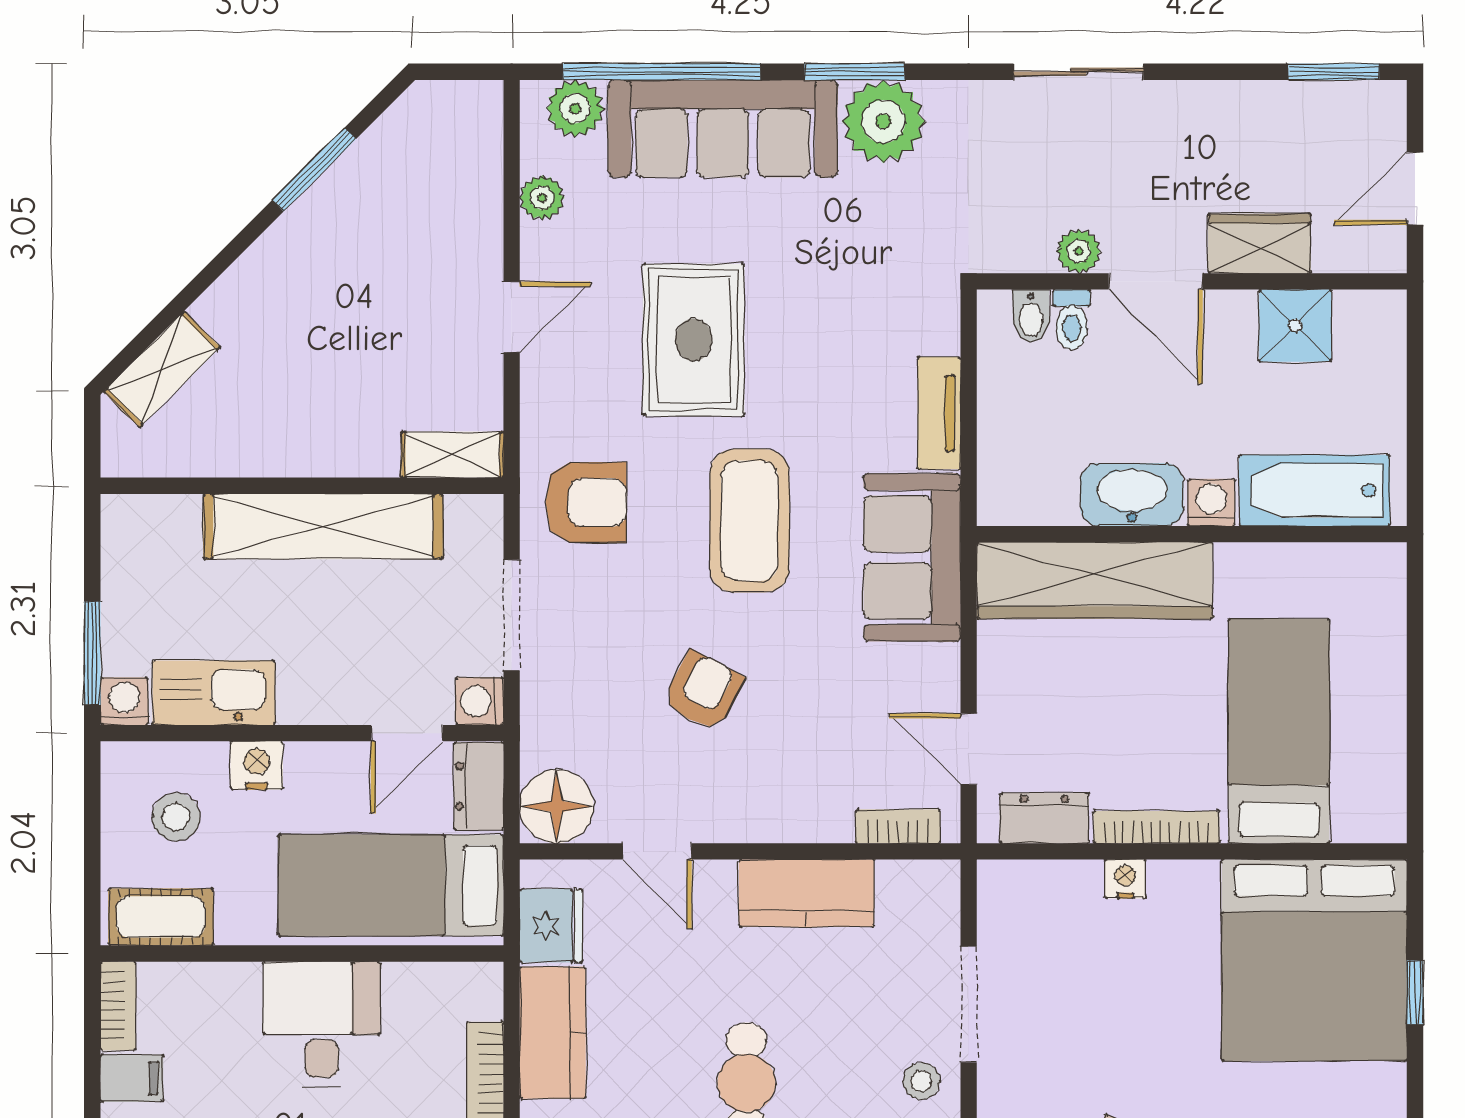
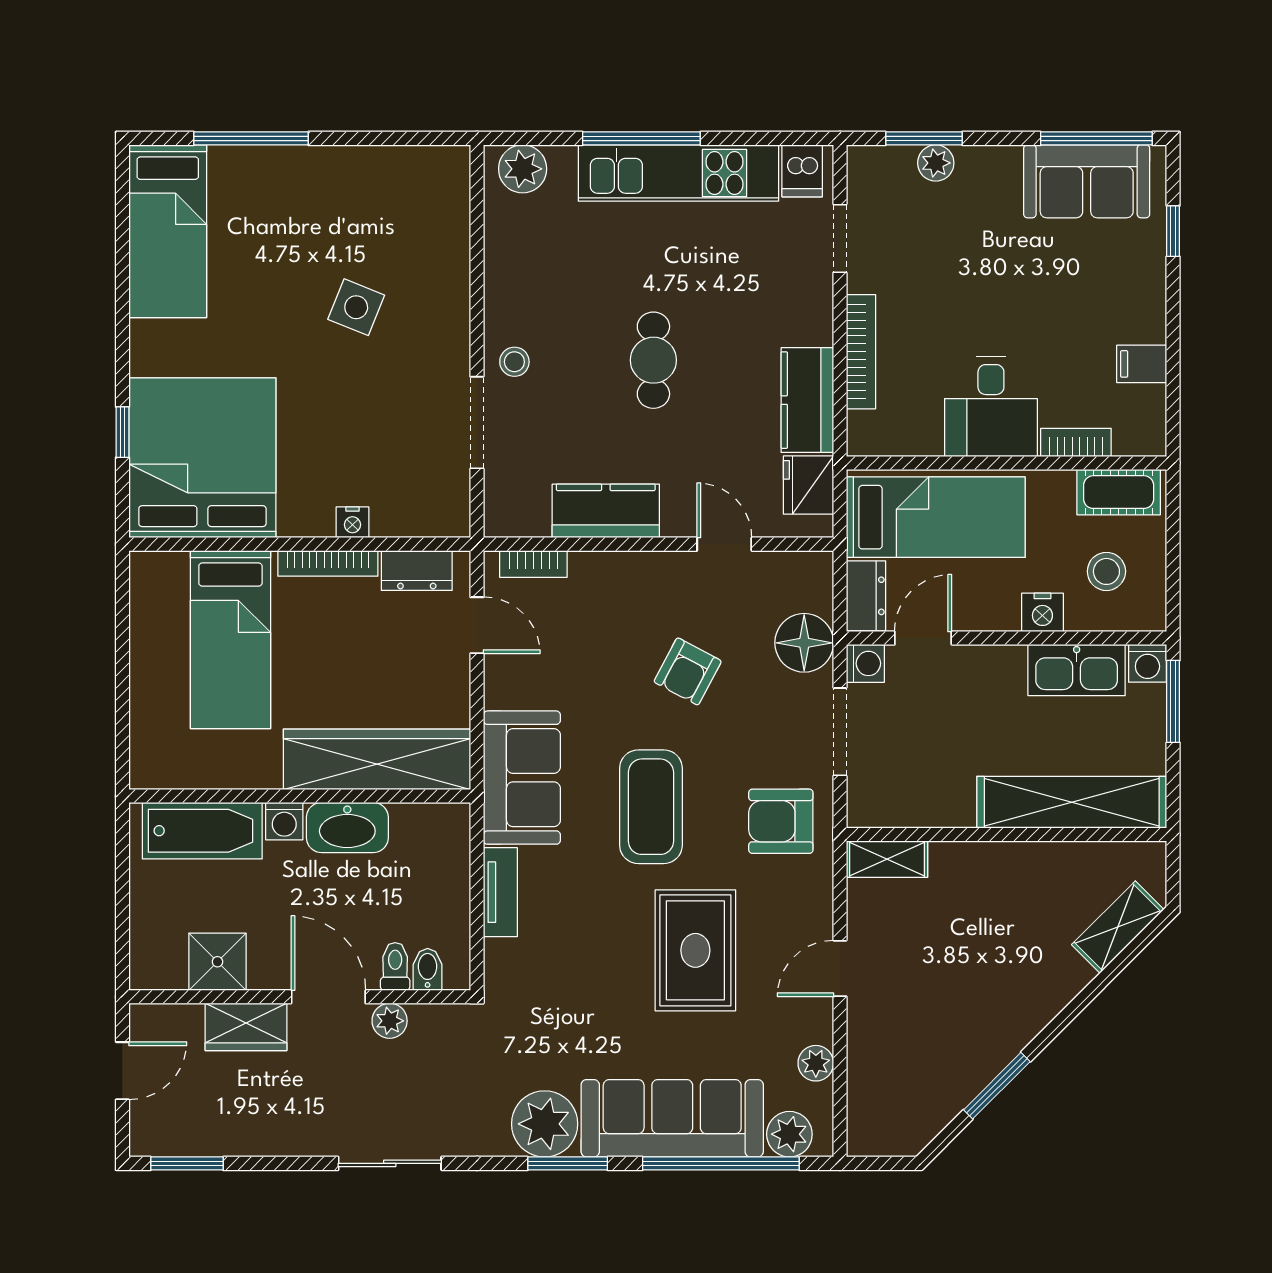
shelving: (323, 526) -> (1072, 802), moved
floor lamp: (557, 806) -> (804, 643), moved
bookcase: (118, 1006) -> (1076, 442), moved, turned 90

